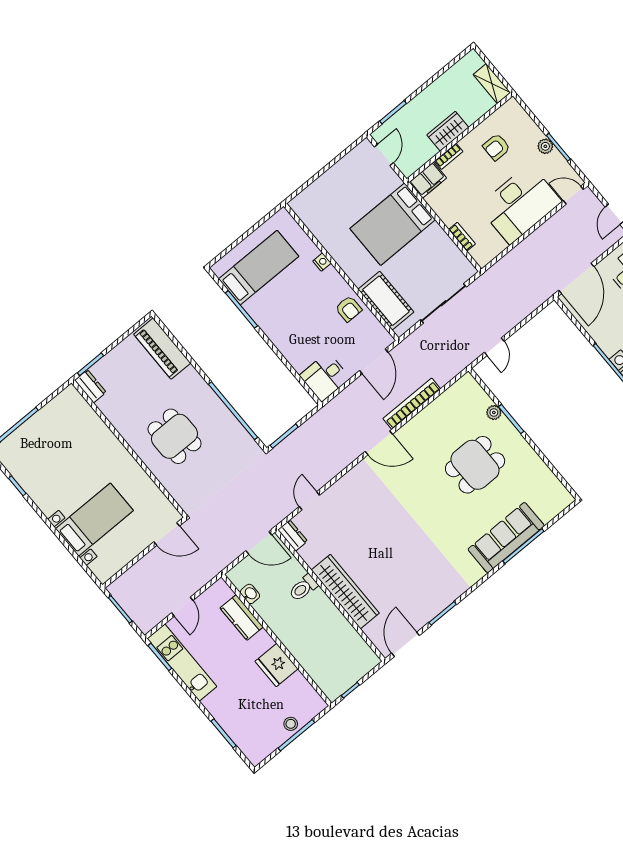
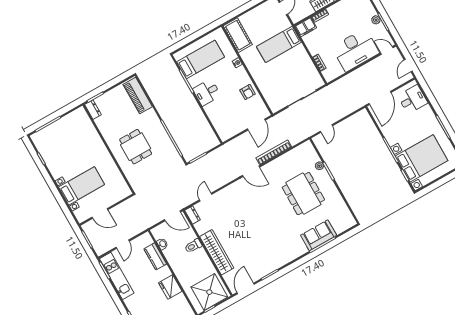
armchair: (497, 147) -> (348, 15), removed
bed: (393, 224) -> (279, 44), width x0.67
cot: (386, 301) -> (238, 35), moved
desk: (325, 377) -> (207, 92), moved
dining table: (475, 465) -> (303, 194), width x1.38
door: (167, 534) -> (100, 213), moved
sofa: (506, 538) -> (319, 235), width x0.73
shower: (345, 662) -> (209, 292), added

